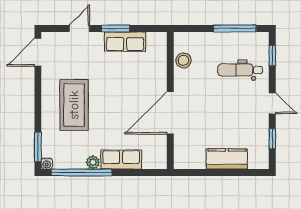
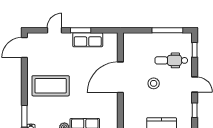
stool: (183, 60) -> (154, 83), moved
coffee table: (74, 105) -> (51, 86), turned 90
door: (170, 113) -> (120, 77), moved

